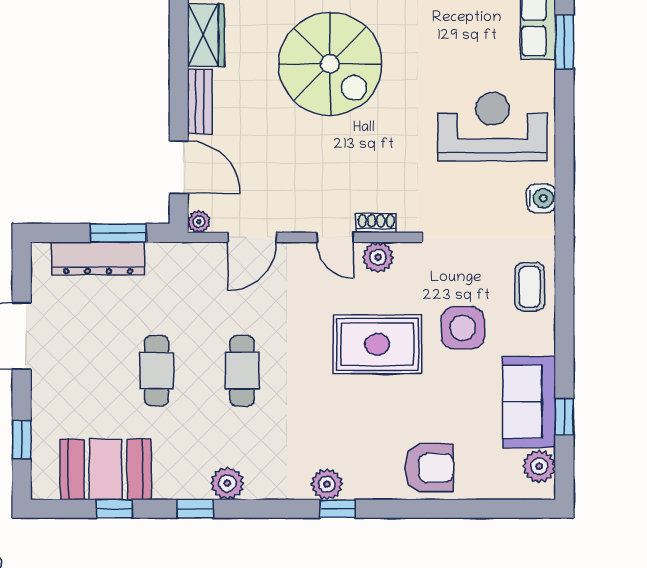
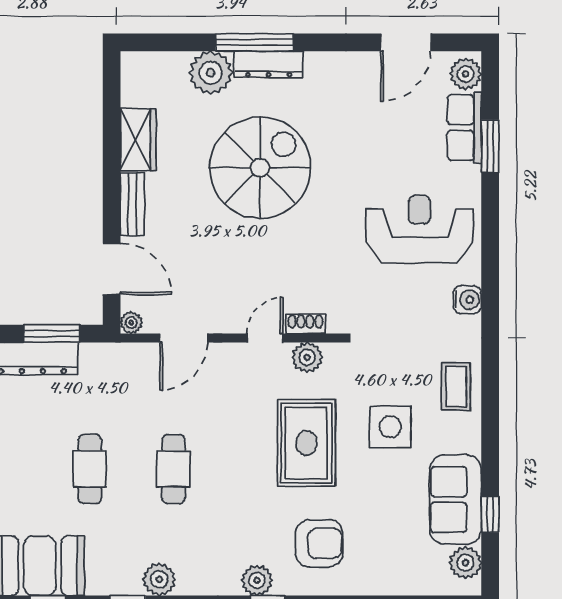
spiral stairs: (330, 64) -> (260, 168), turned -90
door: (335, 237) -> (265, 338), swing flipped
rug: (377, 344) -> (306, 443), turned 90
armchair: (429, 468) -> (319, 543), moved

